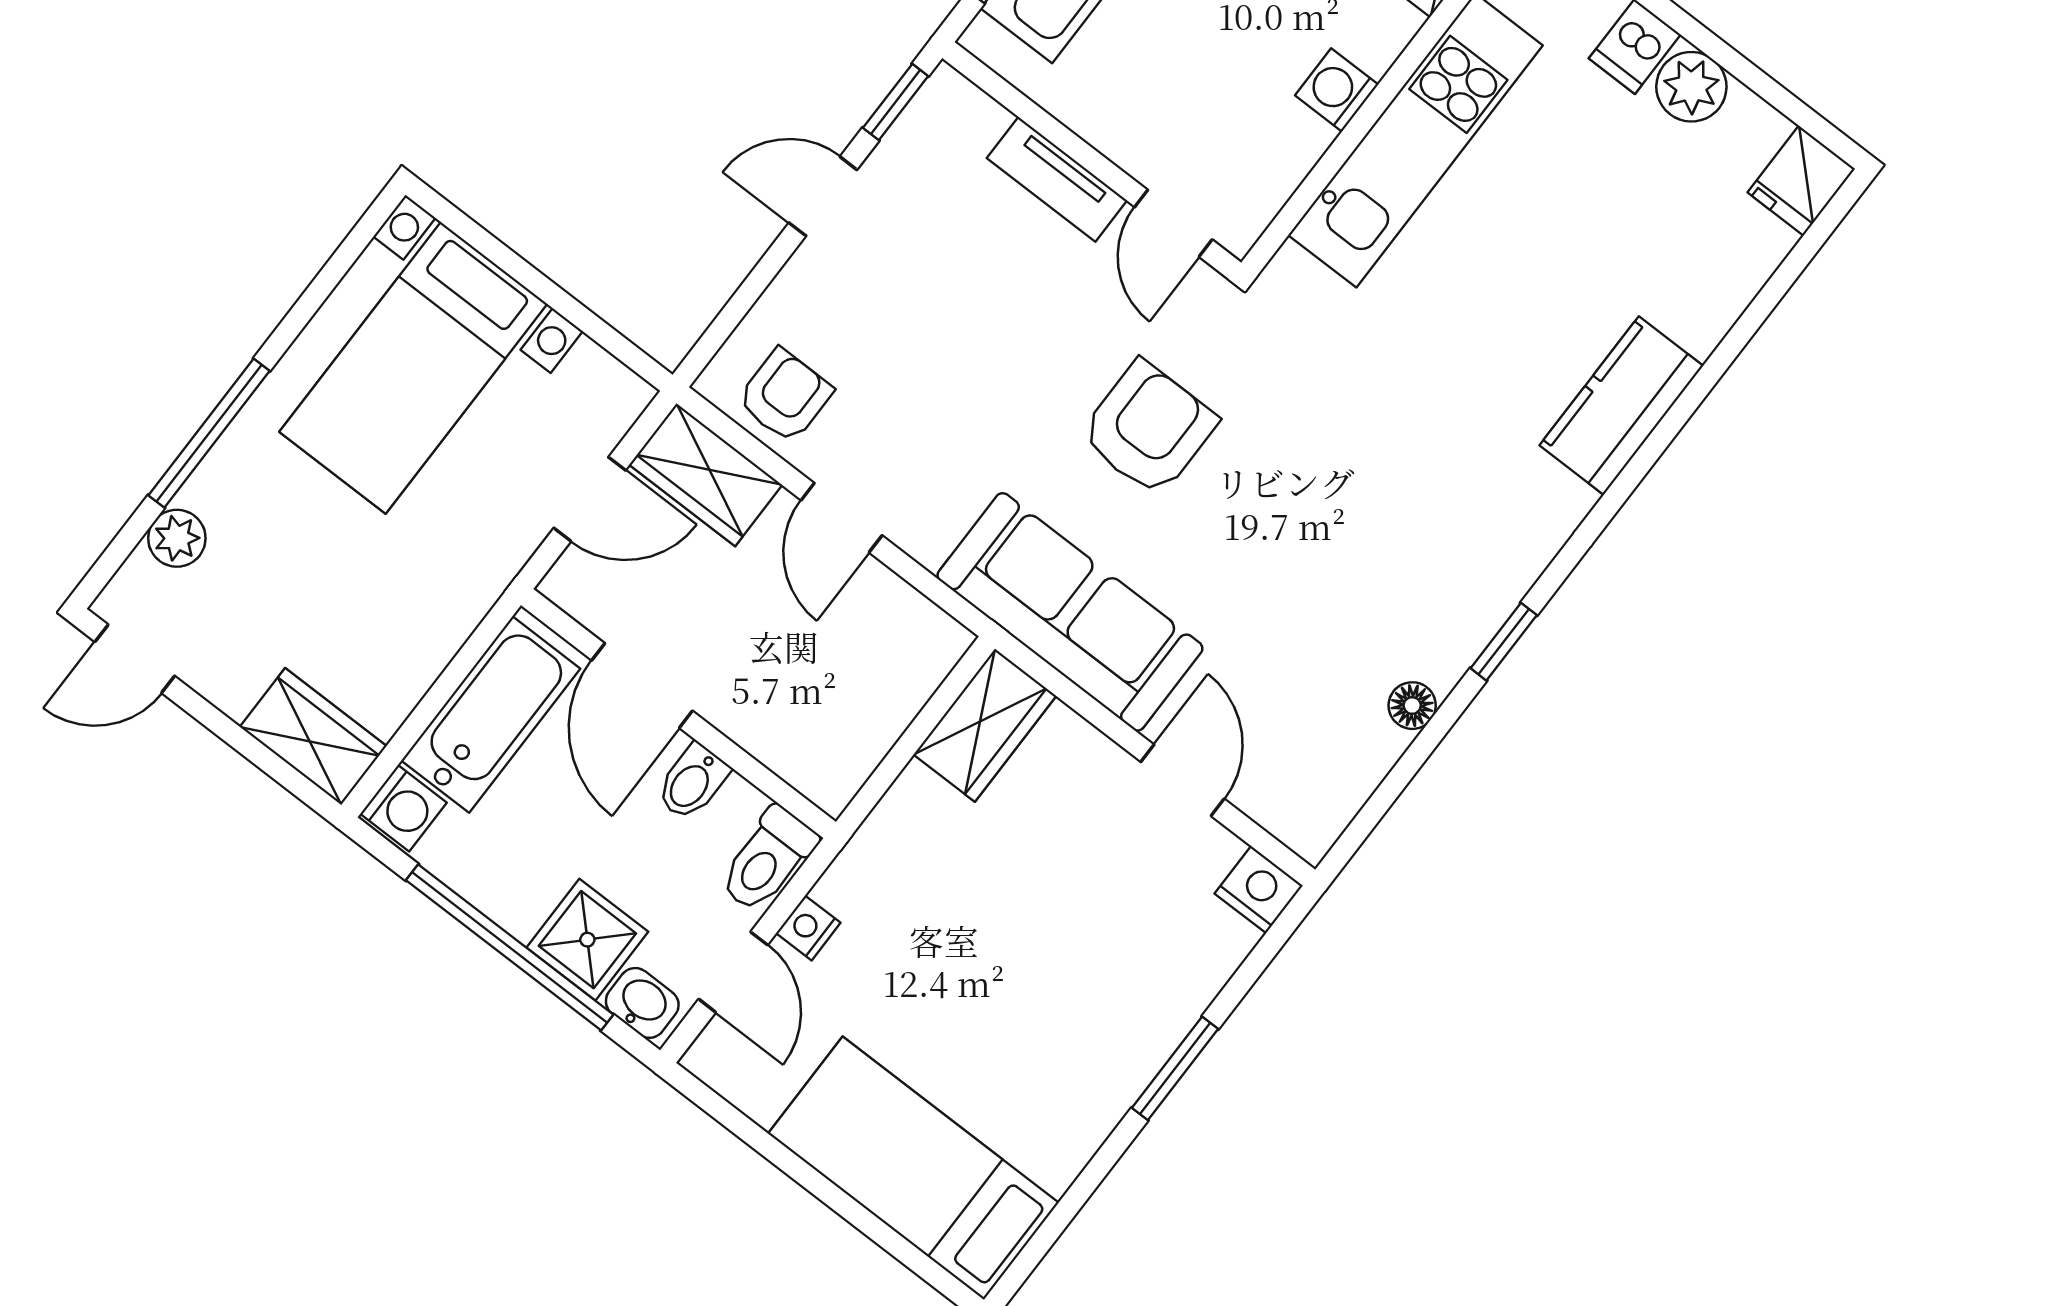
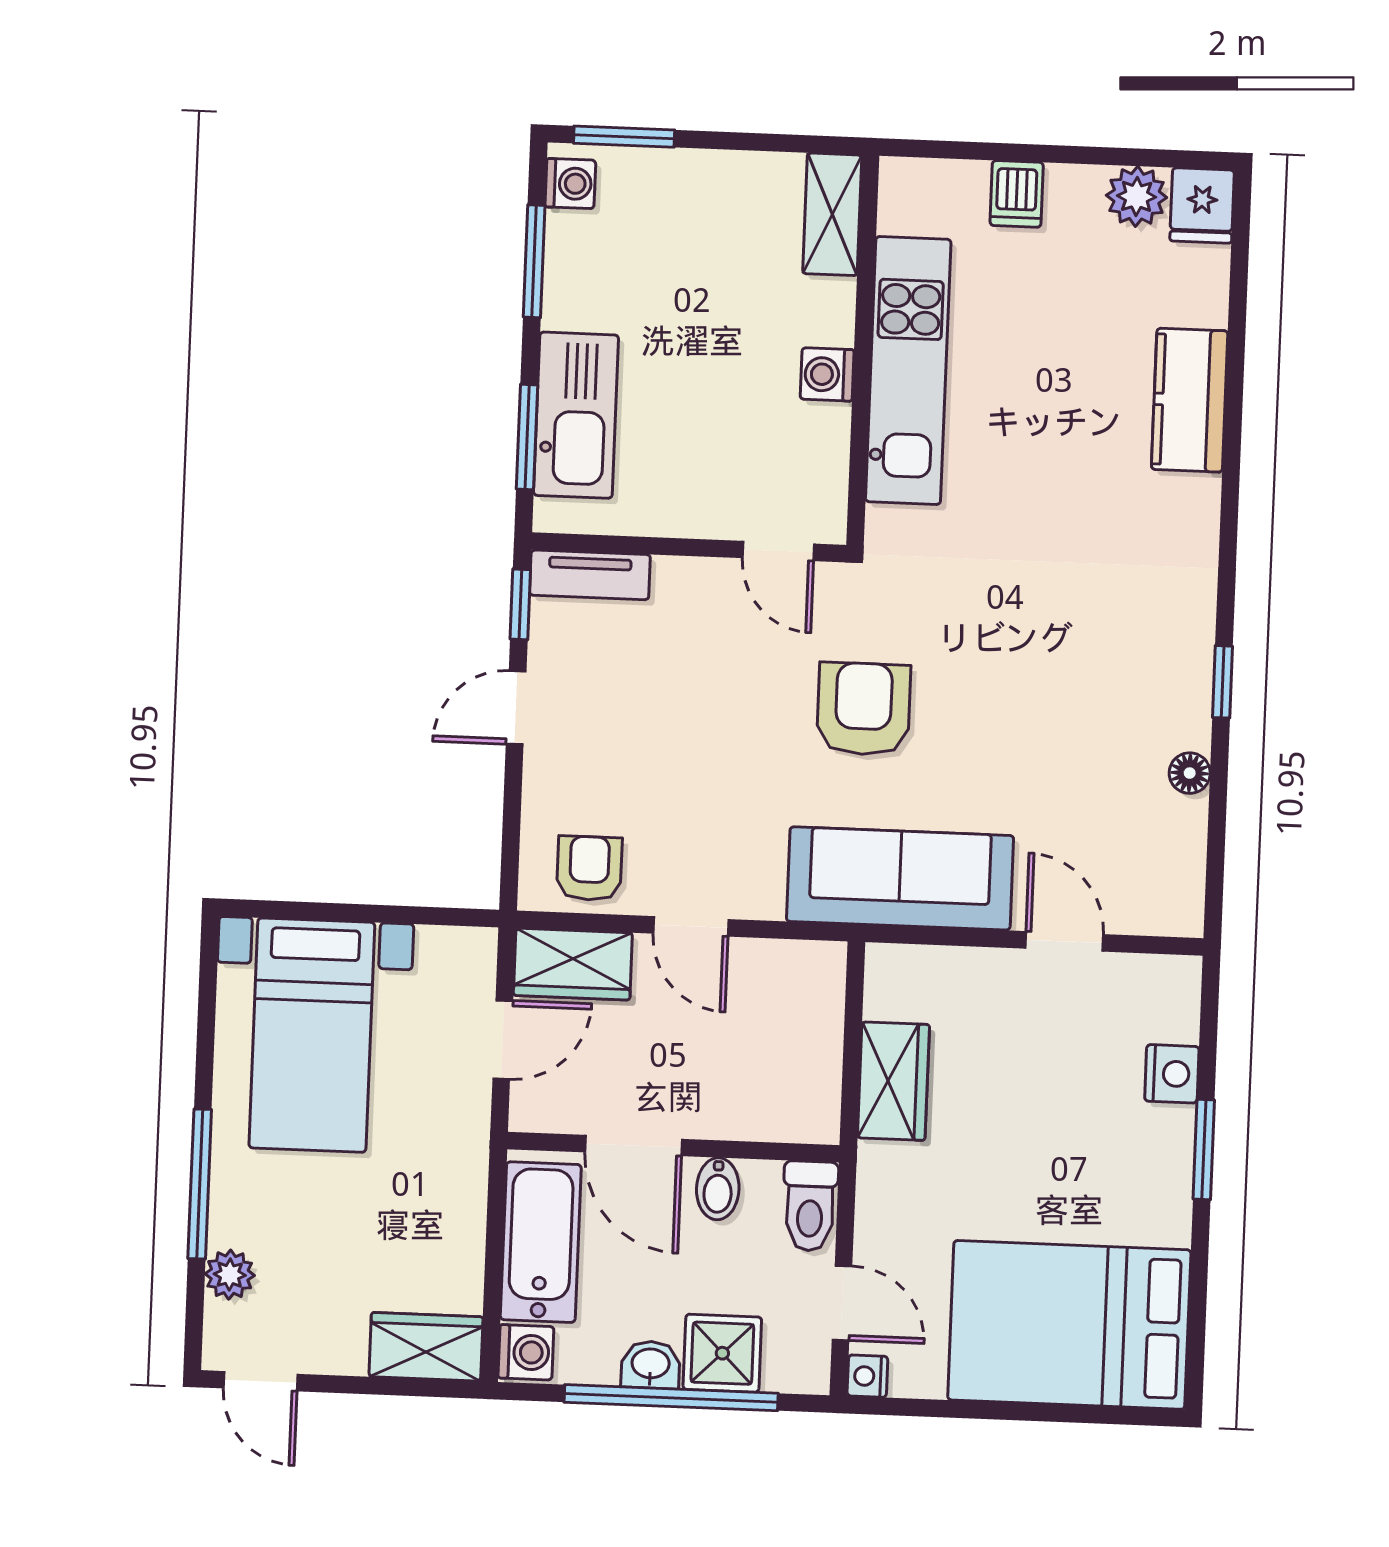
plant: (1691, 87) -> (1137, 196), moved
tv unit: (1057, 179) -> (590, 575), moved
kitchen counter: (1621, 406) -> (1190, 400), moved
door: (135, 659) -> (260, 1381), hinge flipped
wardrobe: (985, 725) -> (893, 1081), moved
nightstand: (1259, 890) -> (1172, 1074), moved, turned 90
nightstand: (808, 928) -> (867, 1376), moved
washbasin: (642, 1003) -> (651, 1365), moved
bed: (913, 1168) -> (1069, 1325), width x1.50

